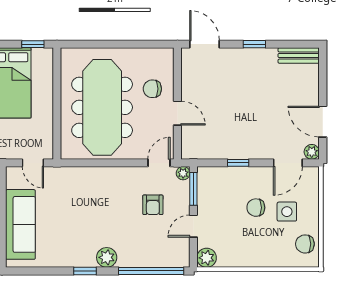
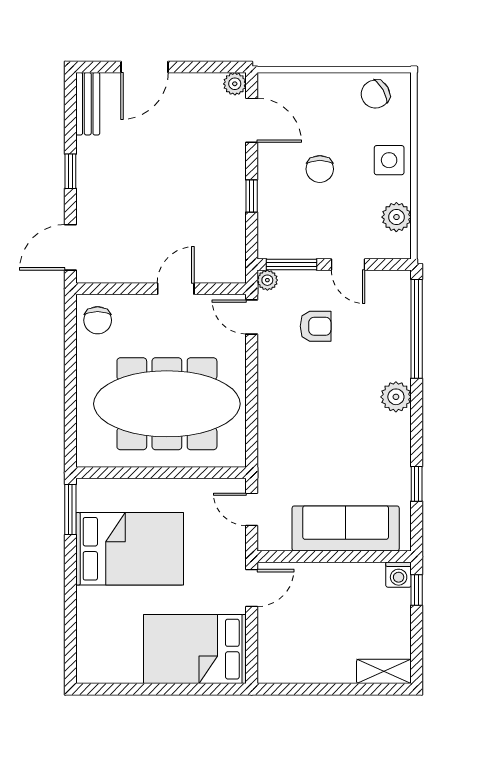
window: (33, 44) -> (70, 509), width x1.50
chair: (152, 89) -> (98, 320), moved
door: (323, 122) -> (144, 67), moved
door: (33, 163) -> (252, 509), swing flipped
side table: (287, 212) -> (389, 160), moved
chair: (305, 244) -> (375, 94), turned 60
plant: (207, 258) -> (396, 217), moved
window: (85, 271) -> (417, 484), moved

